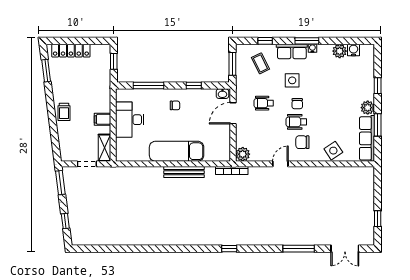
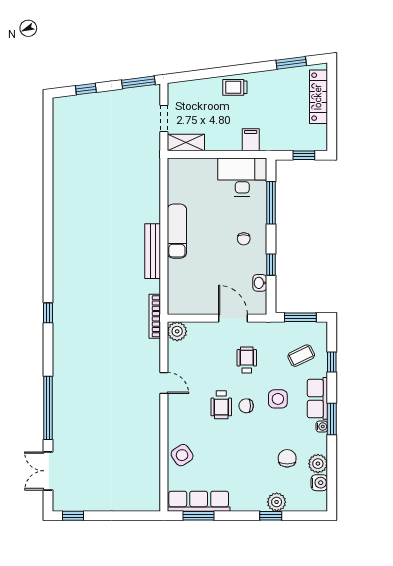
washbasin: (222, 94) -> (260, 283), moved
plant: (368, 108) -> (277, 502), moved
filing cabinet: (102, 119) -> (251, 140), moved
desk: (130, 120) -> (242, 177), moved
wheelchair: (296, 122) -> (221, 405), turned 180
window: (378, 125) -> (198, 516), moved
chair: (302, 142) -> (287, 458), moved
exam couch: (177, 151) -> (177, 231), width x0.73, depth x0.69
window: (378, 219) -> (73, 516), moved
window: (299, 249) -> (48, 408), width x1.46

